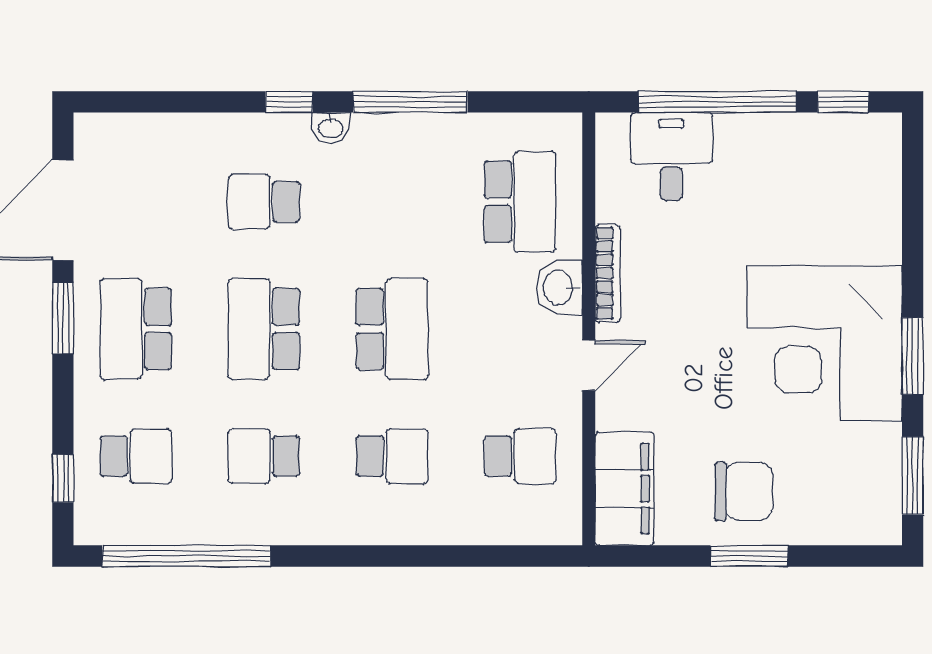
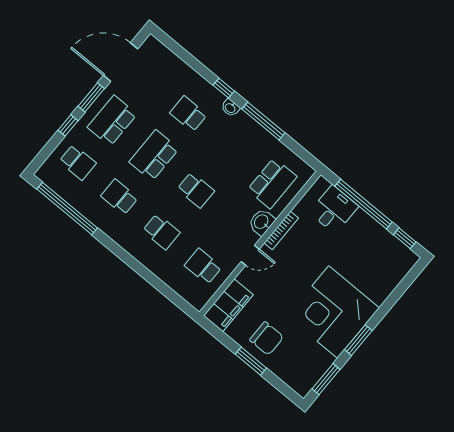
school desk: (392, 329) -> (196, 190), width x0.54
school desk: (520, 456) -> (203, 266), turned 180
window: (63, 479) -> (68, 125), moved

